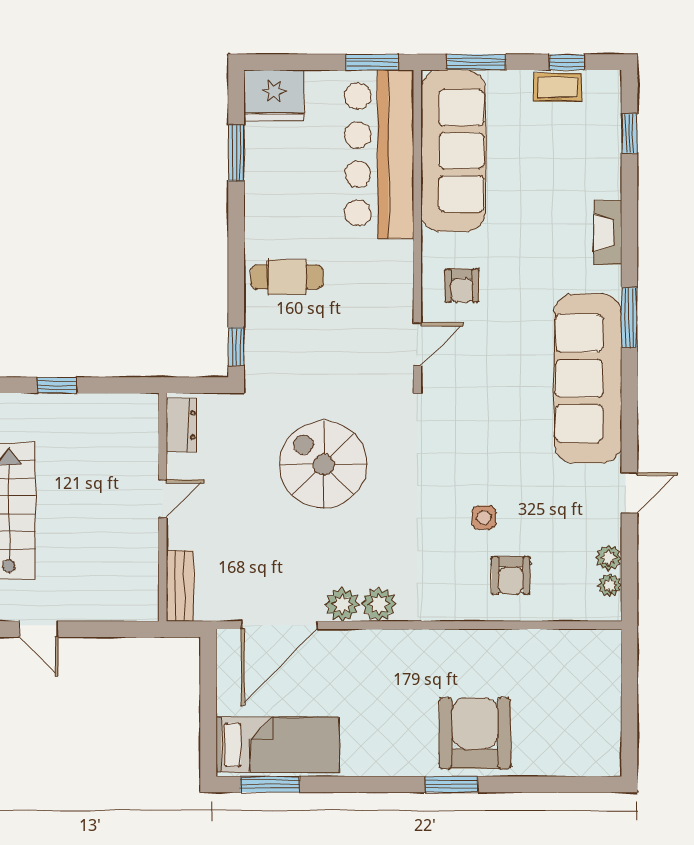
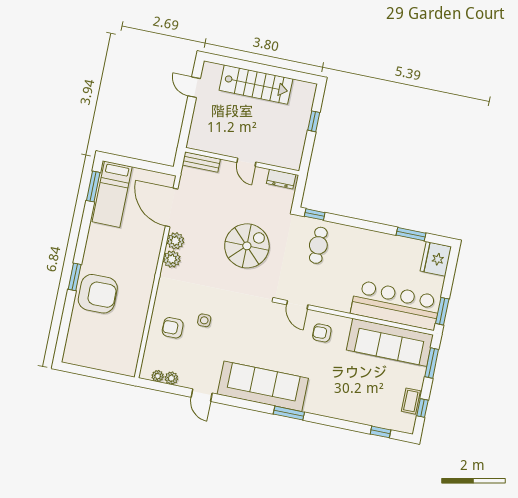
fireplace: (608, 233) -> (333, 411), removed
cafe table: (287, 277) -> (318, 245), moved
door: (39, 629) -> (194, 87), hinge flipped

